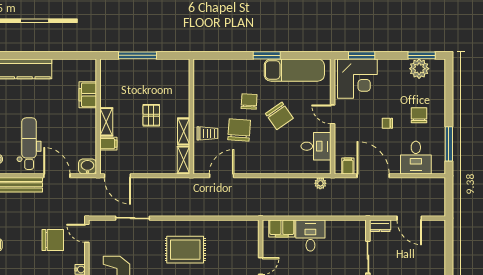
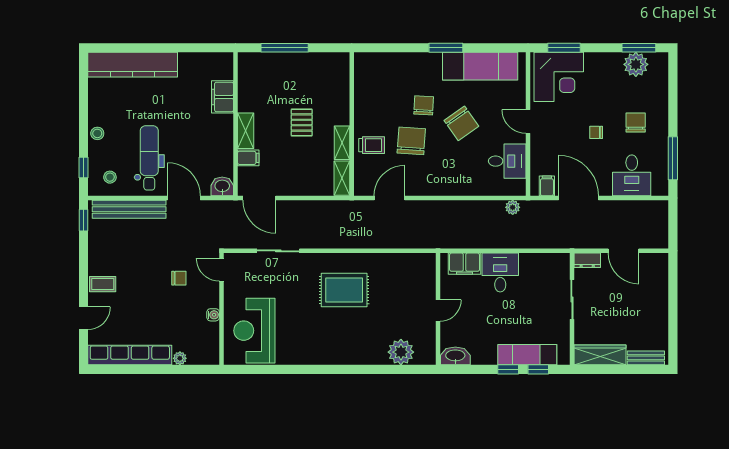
chair: (53, 240) -> (179, 278), width x0.54, depth x0.54

